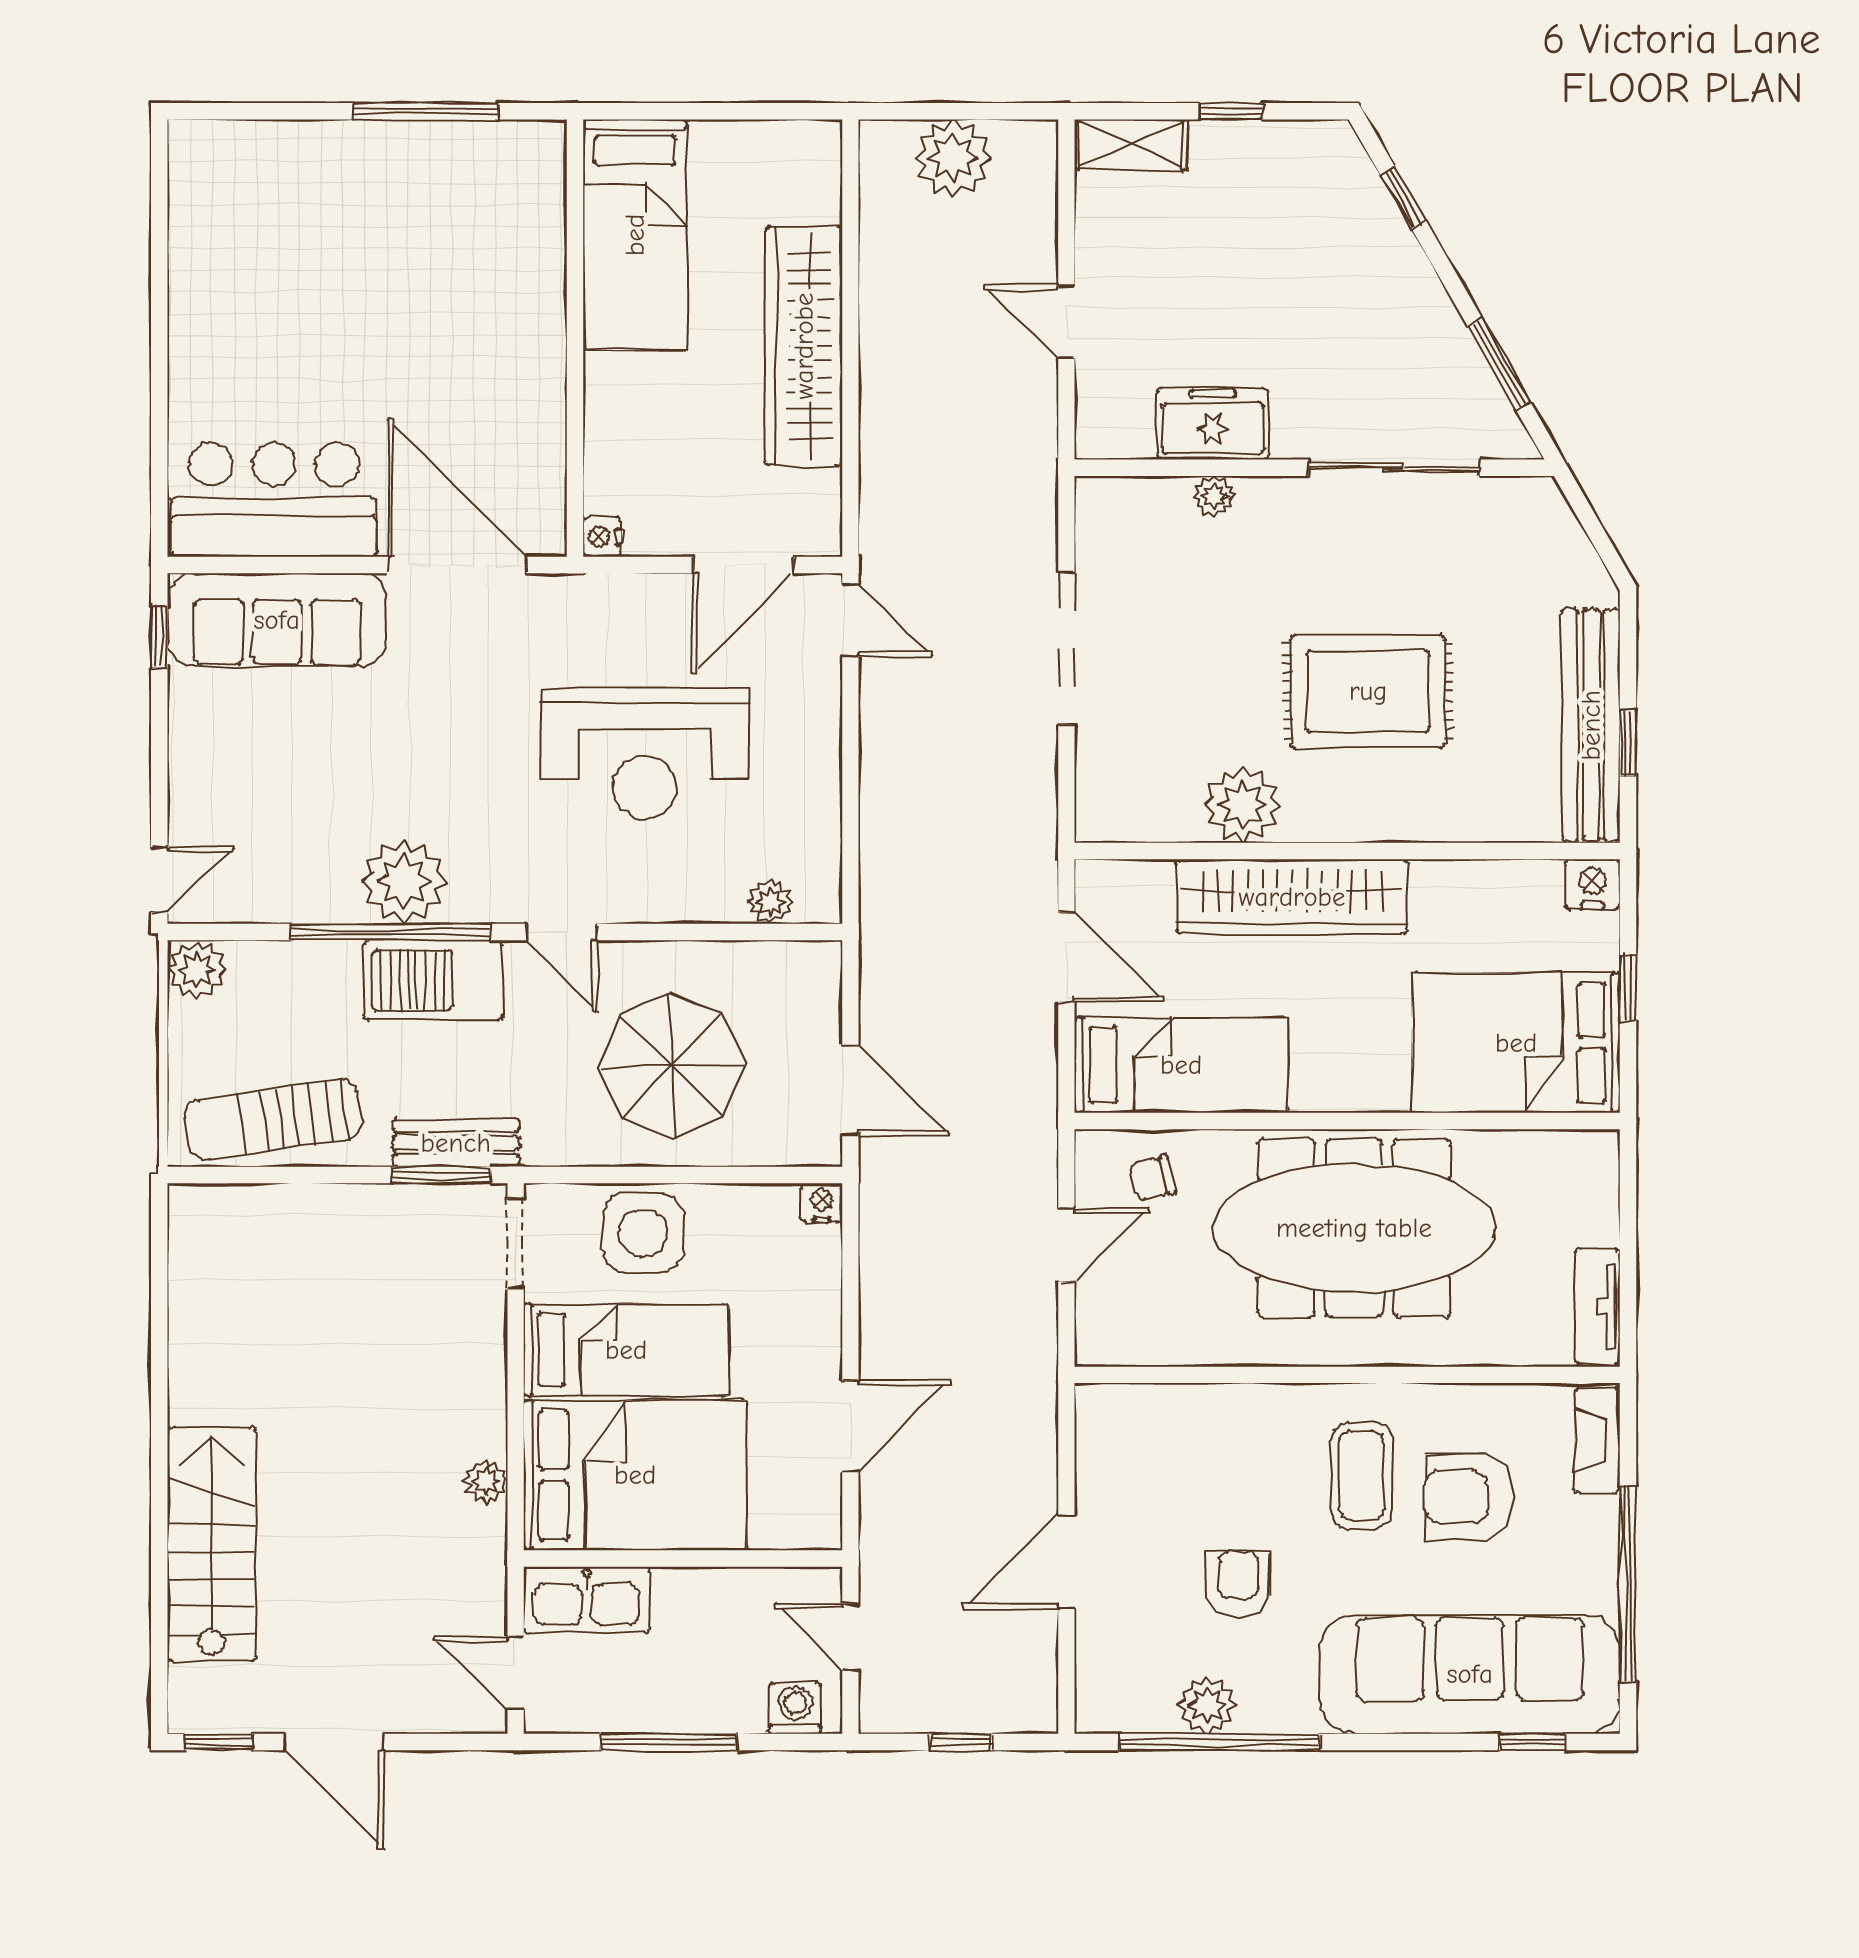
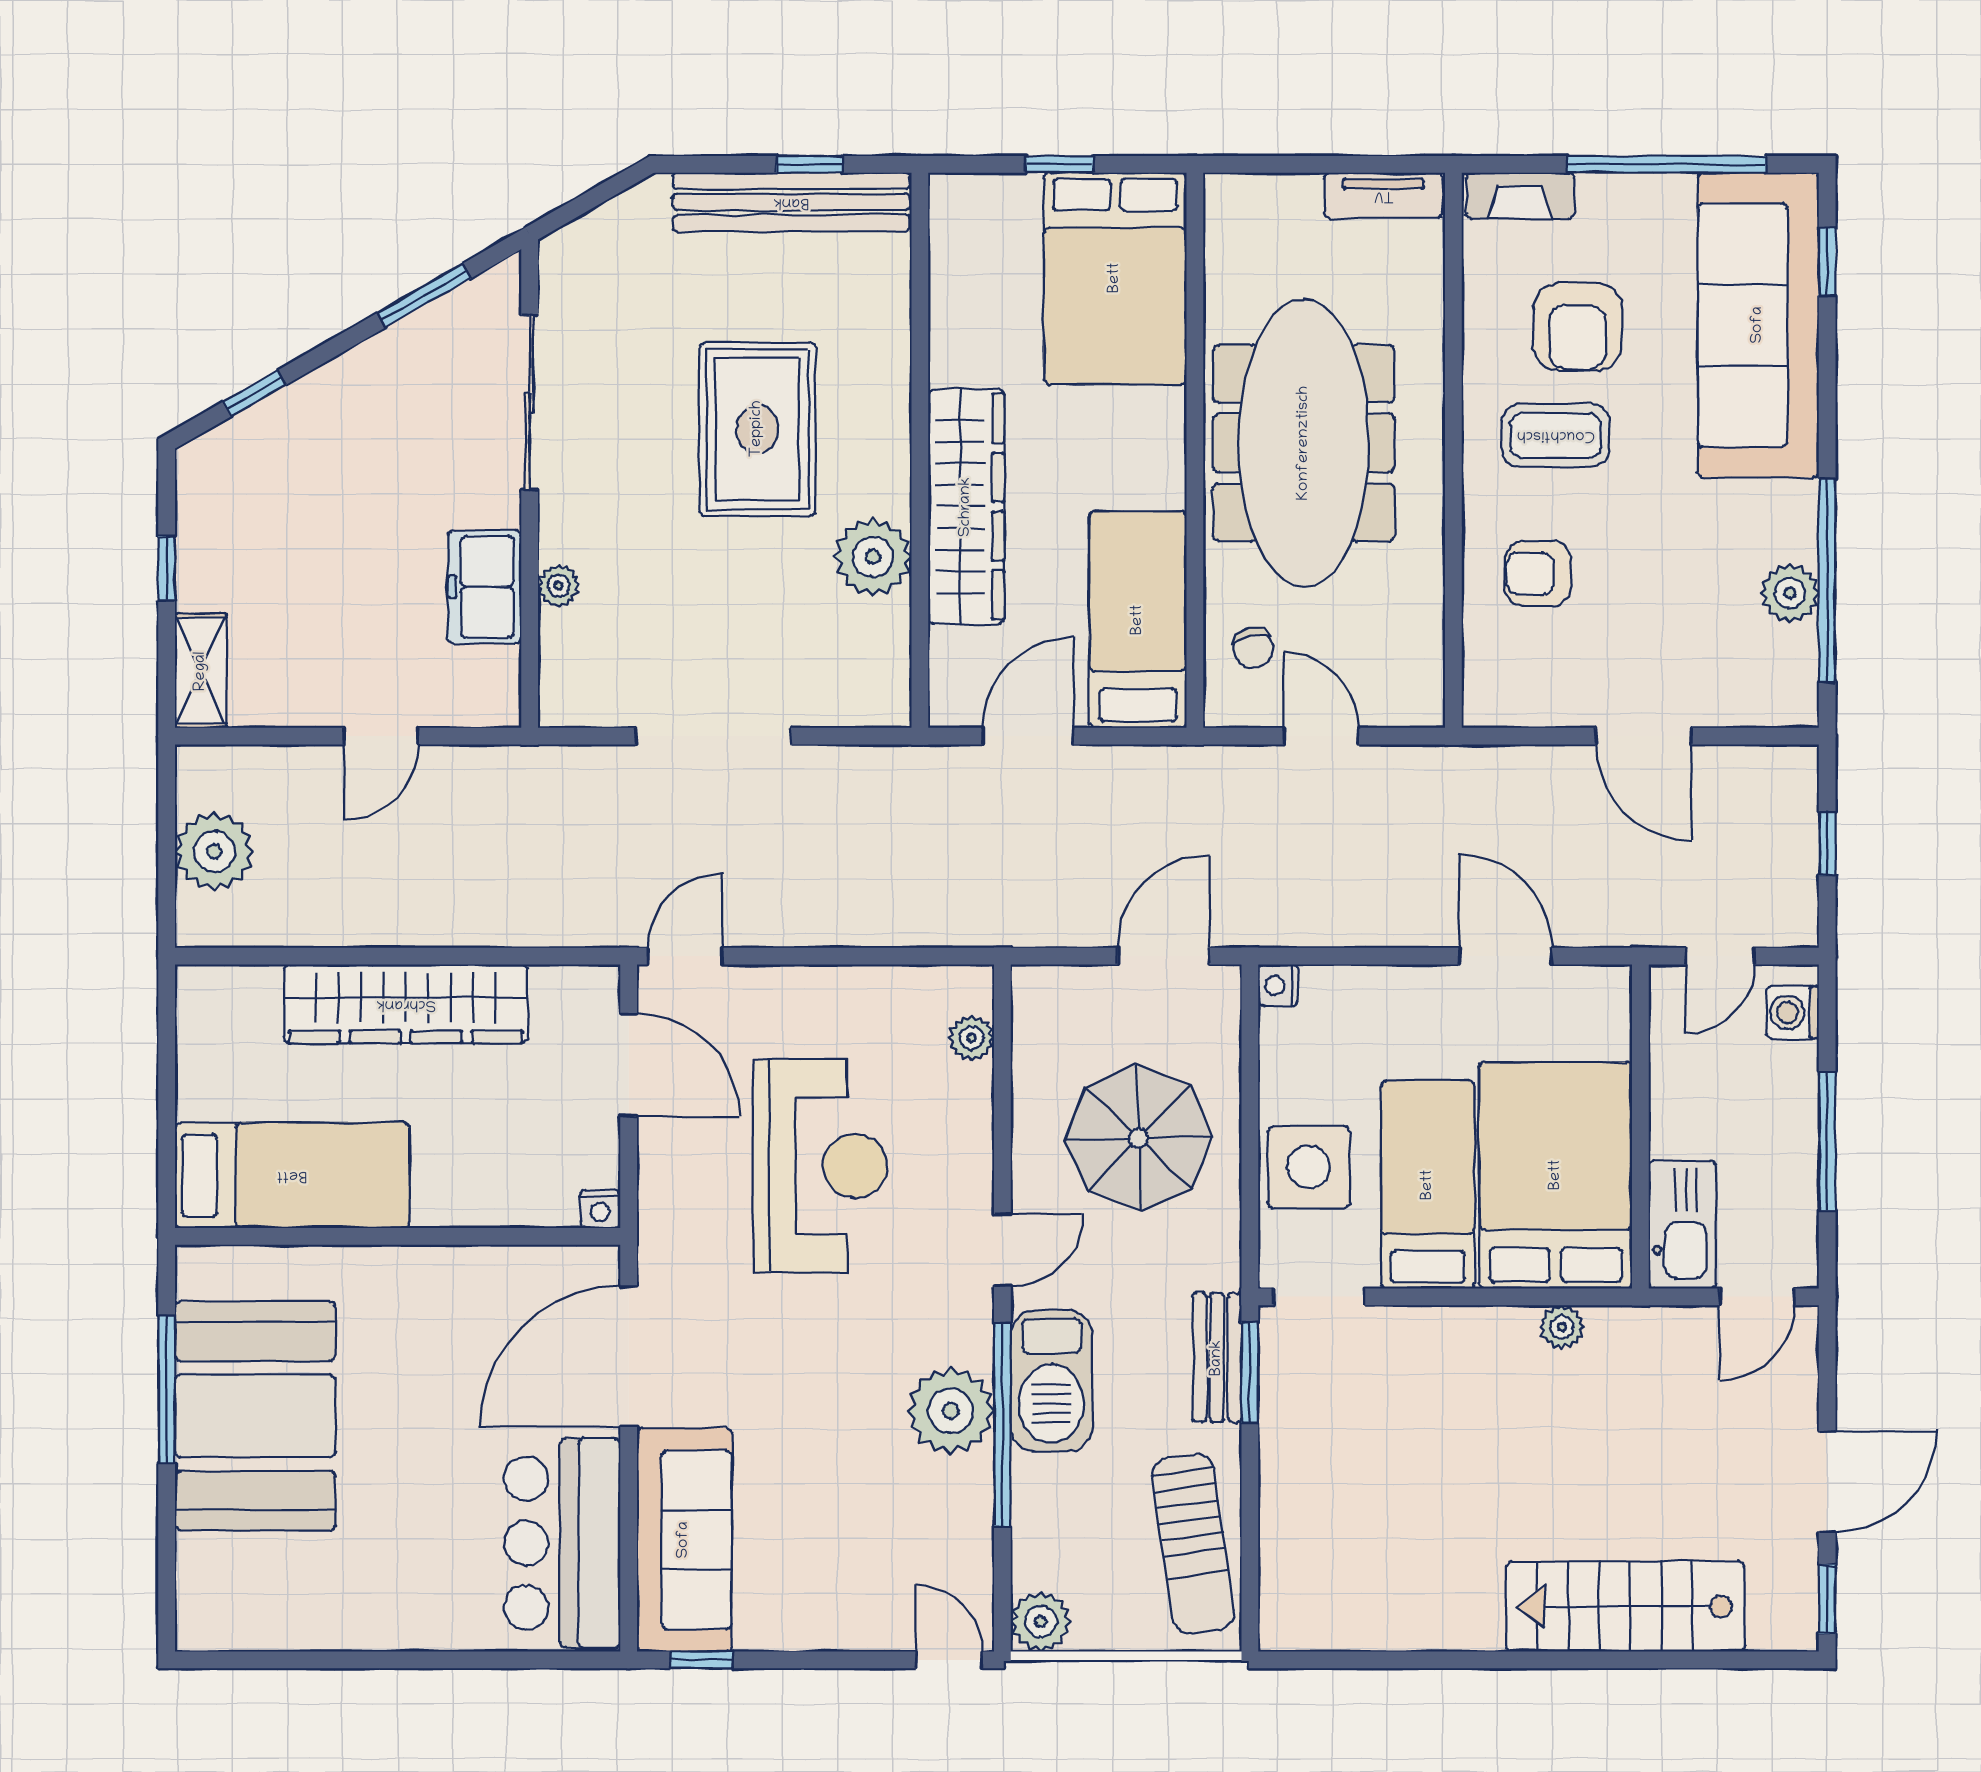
booth: (399, 198) -> (255, 1416), added
nightstand: (1592, 884) -> (954, 200), removed
armchair: (1238, 1584) -> (1538, 574), moved

